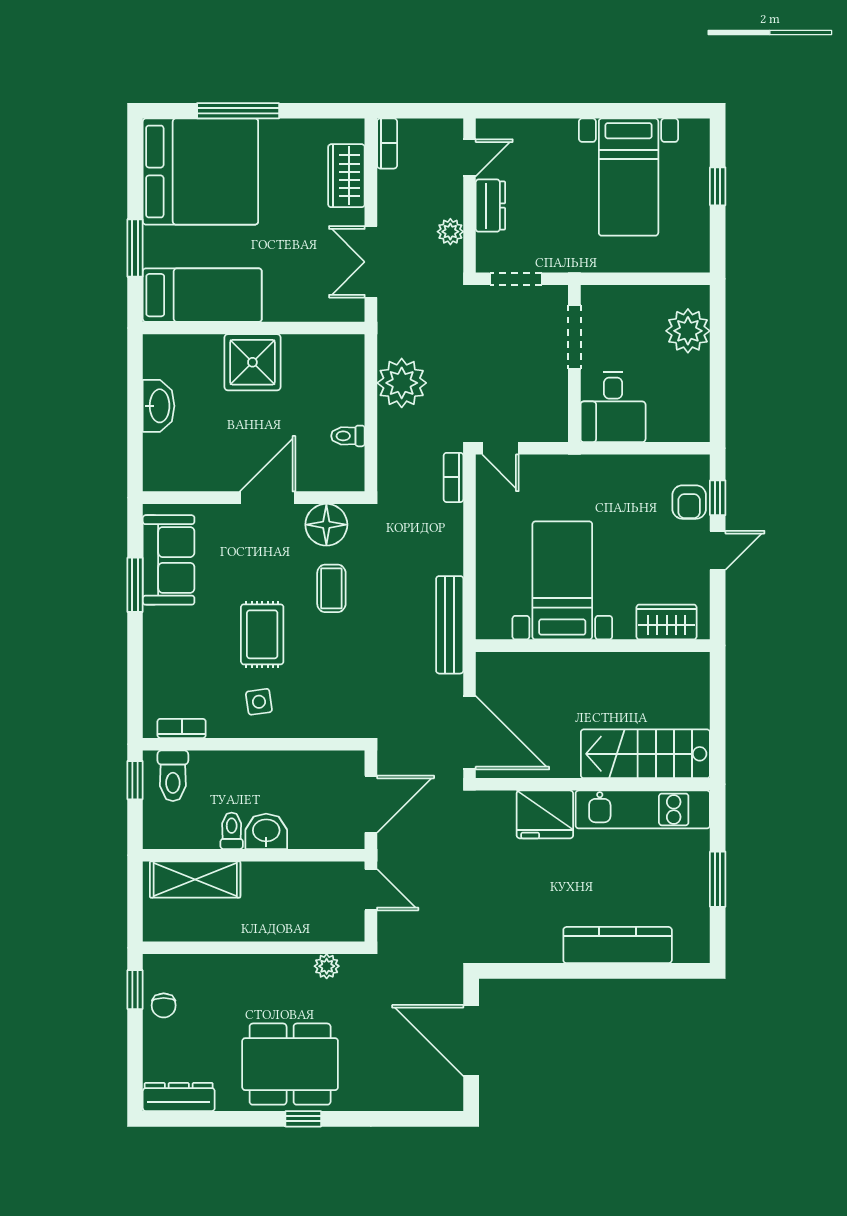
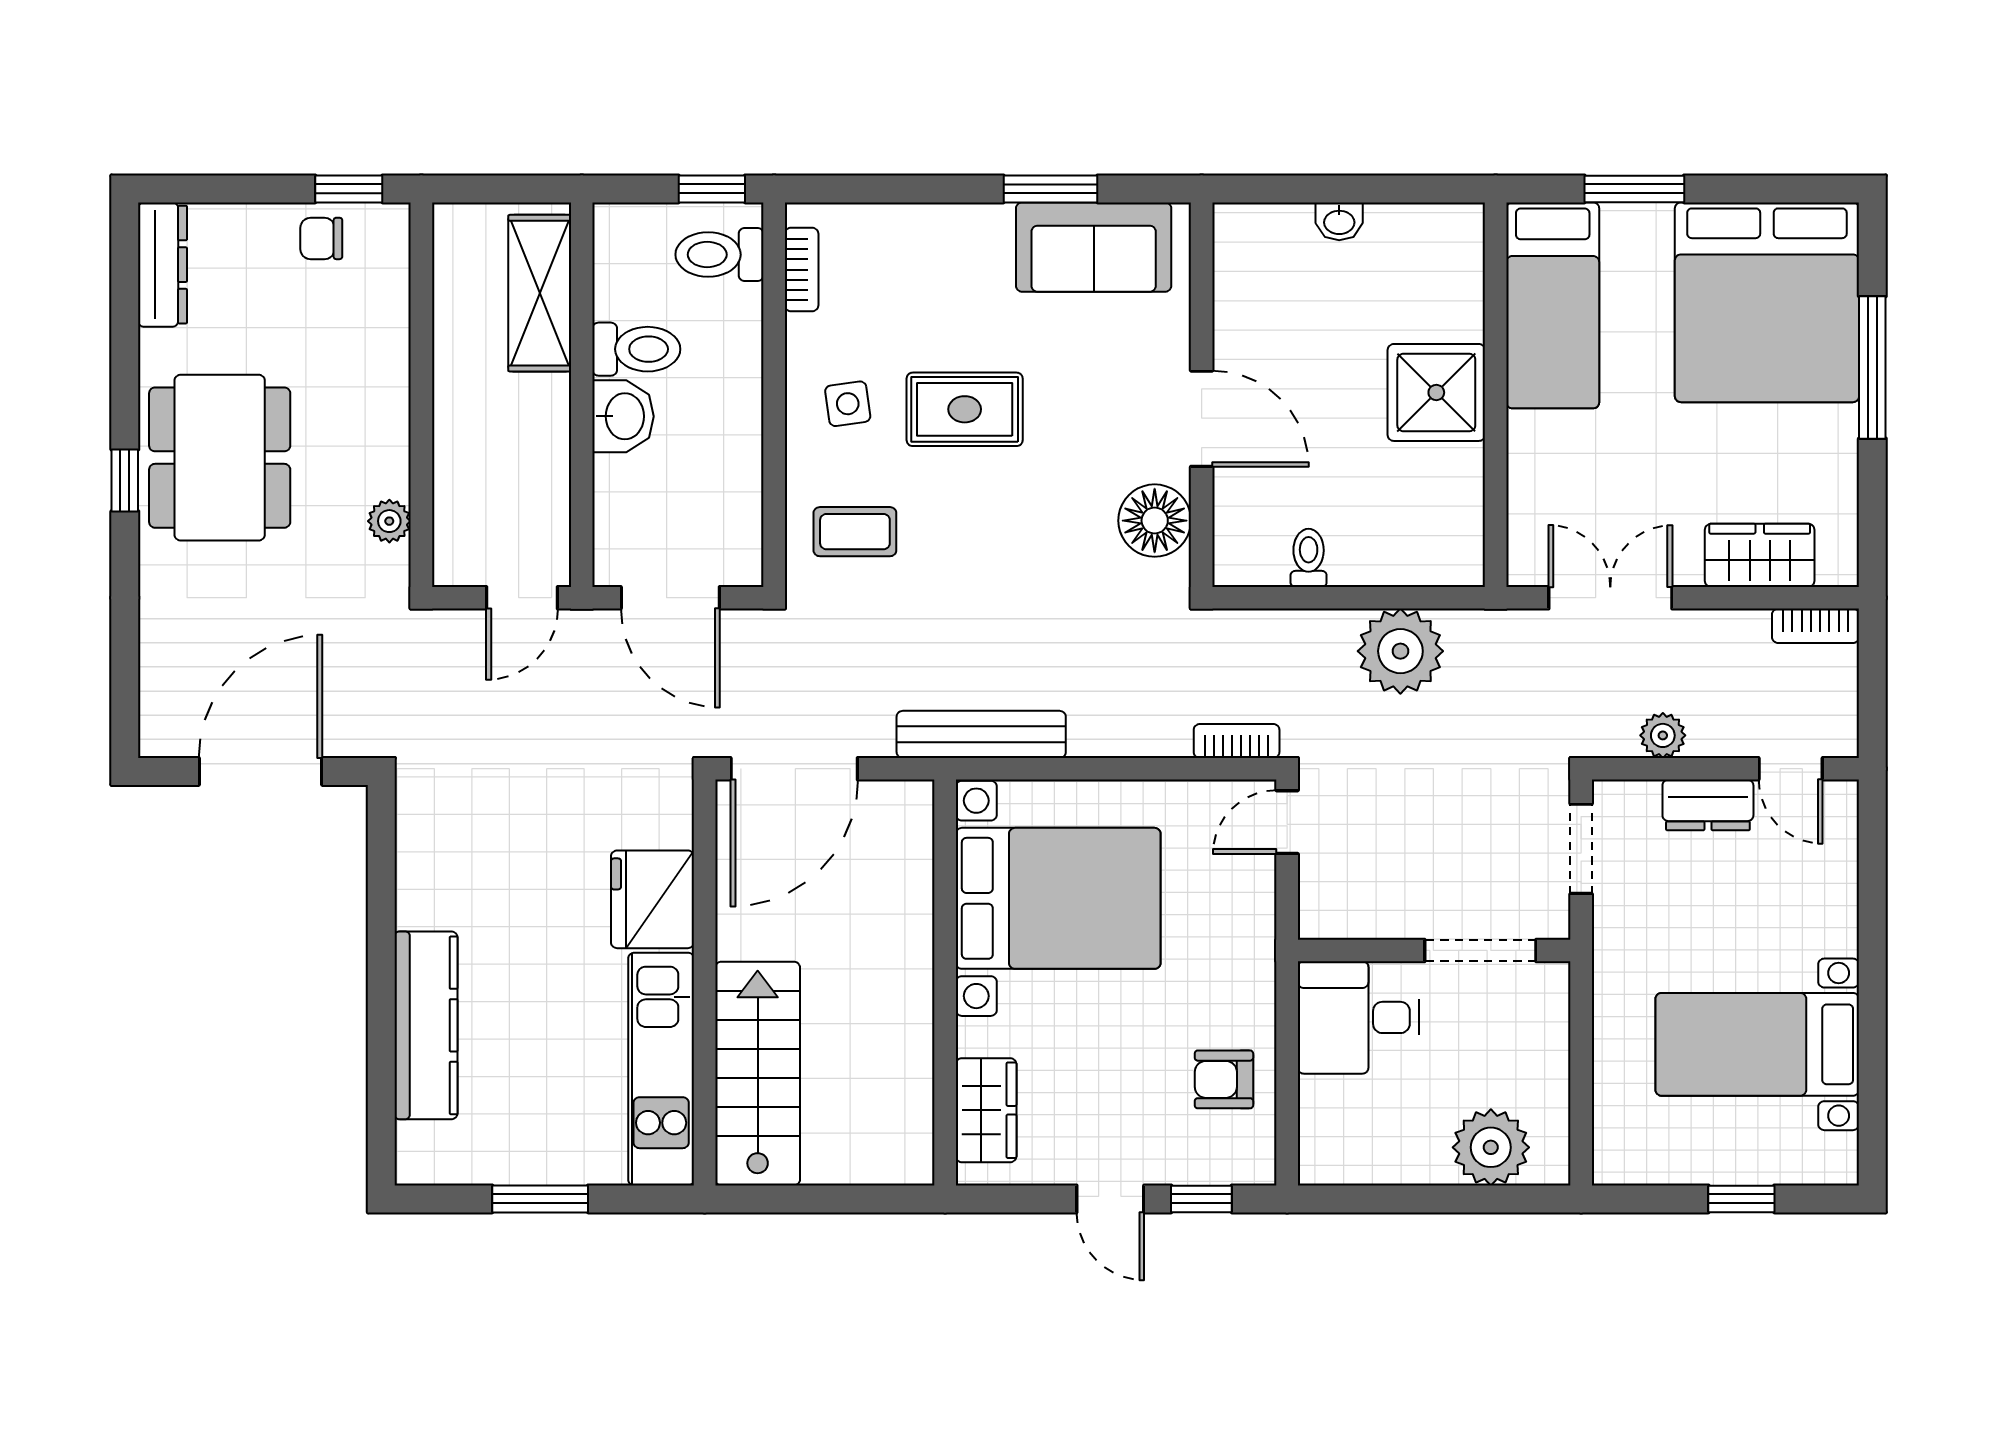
washbasin: (159, 406) -> (1339, 221), width x0.52, depth x0.69
armchair: (689, 502) -> (1224, 1079), moved
bed with nightstands: (562, 580) -> (1058, 898), width x1.36
coffee table: (331, 588) -> (855, 532), moved
toilet: (232, 831) -> (636, 349), width x1.37, depth x1.39

